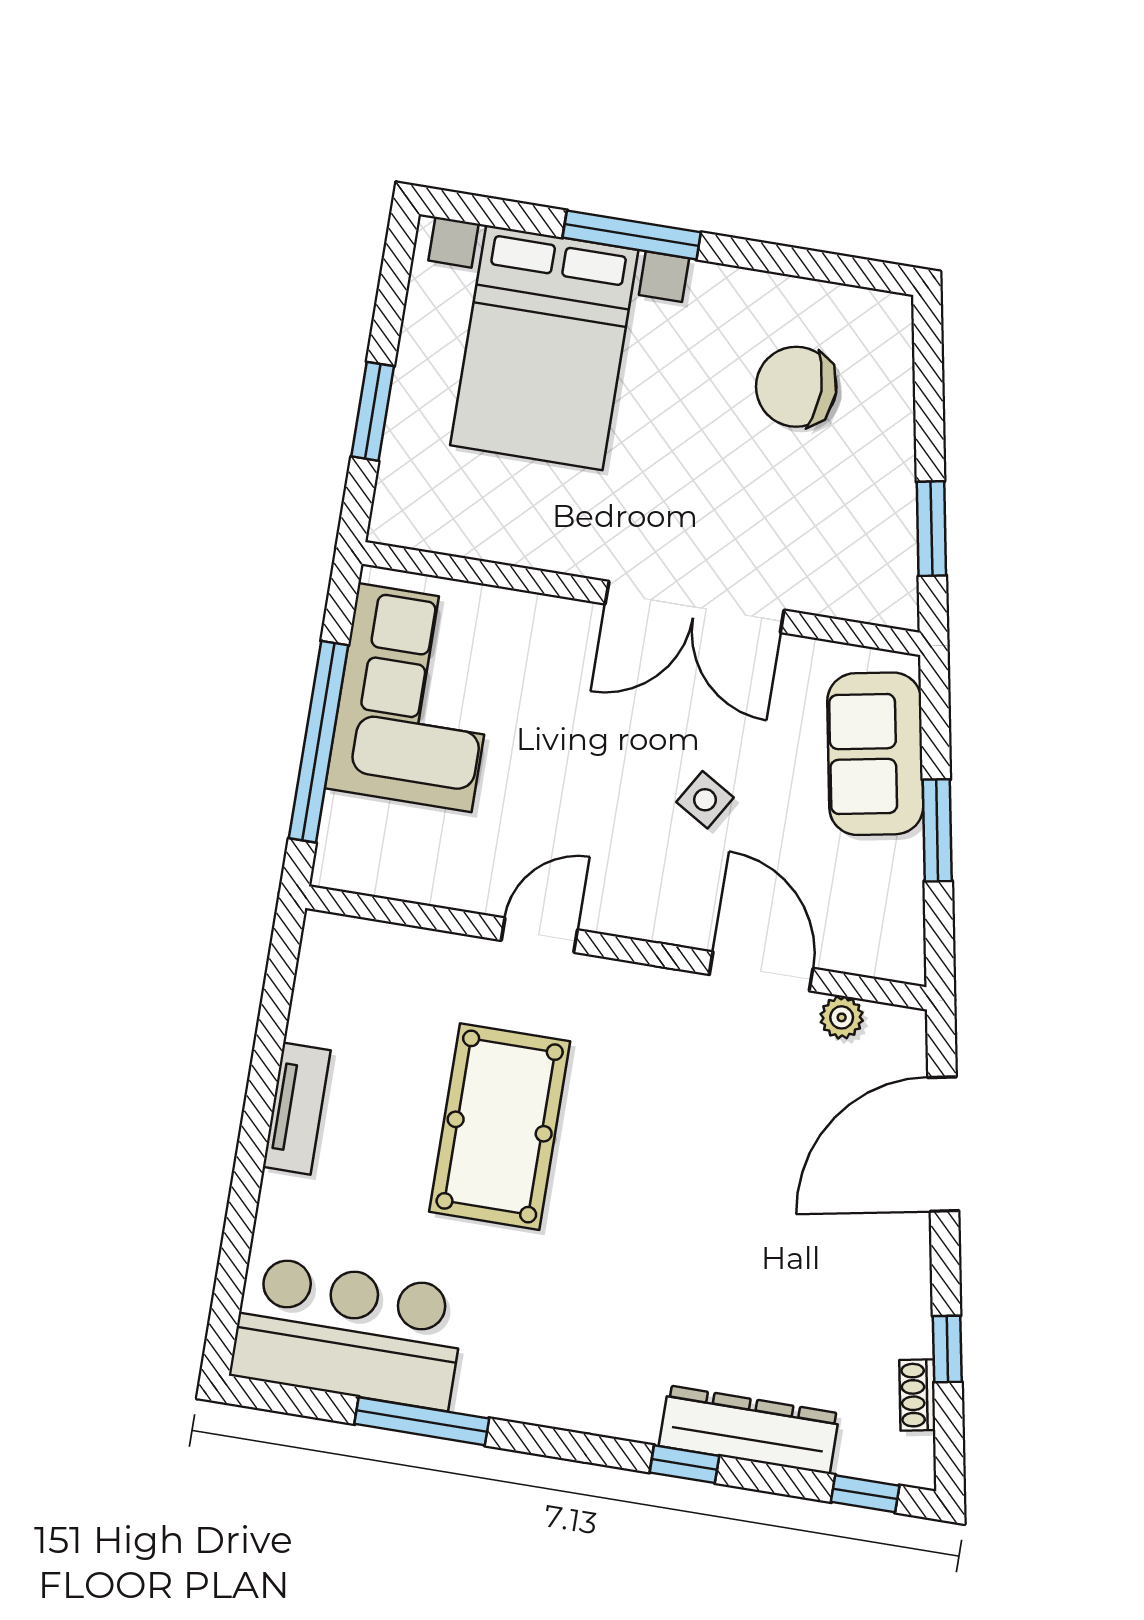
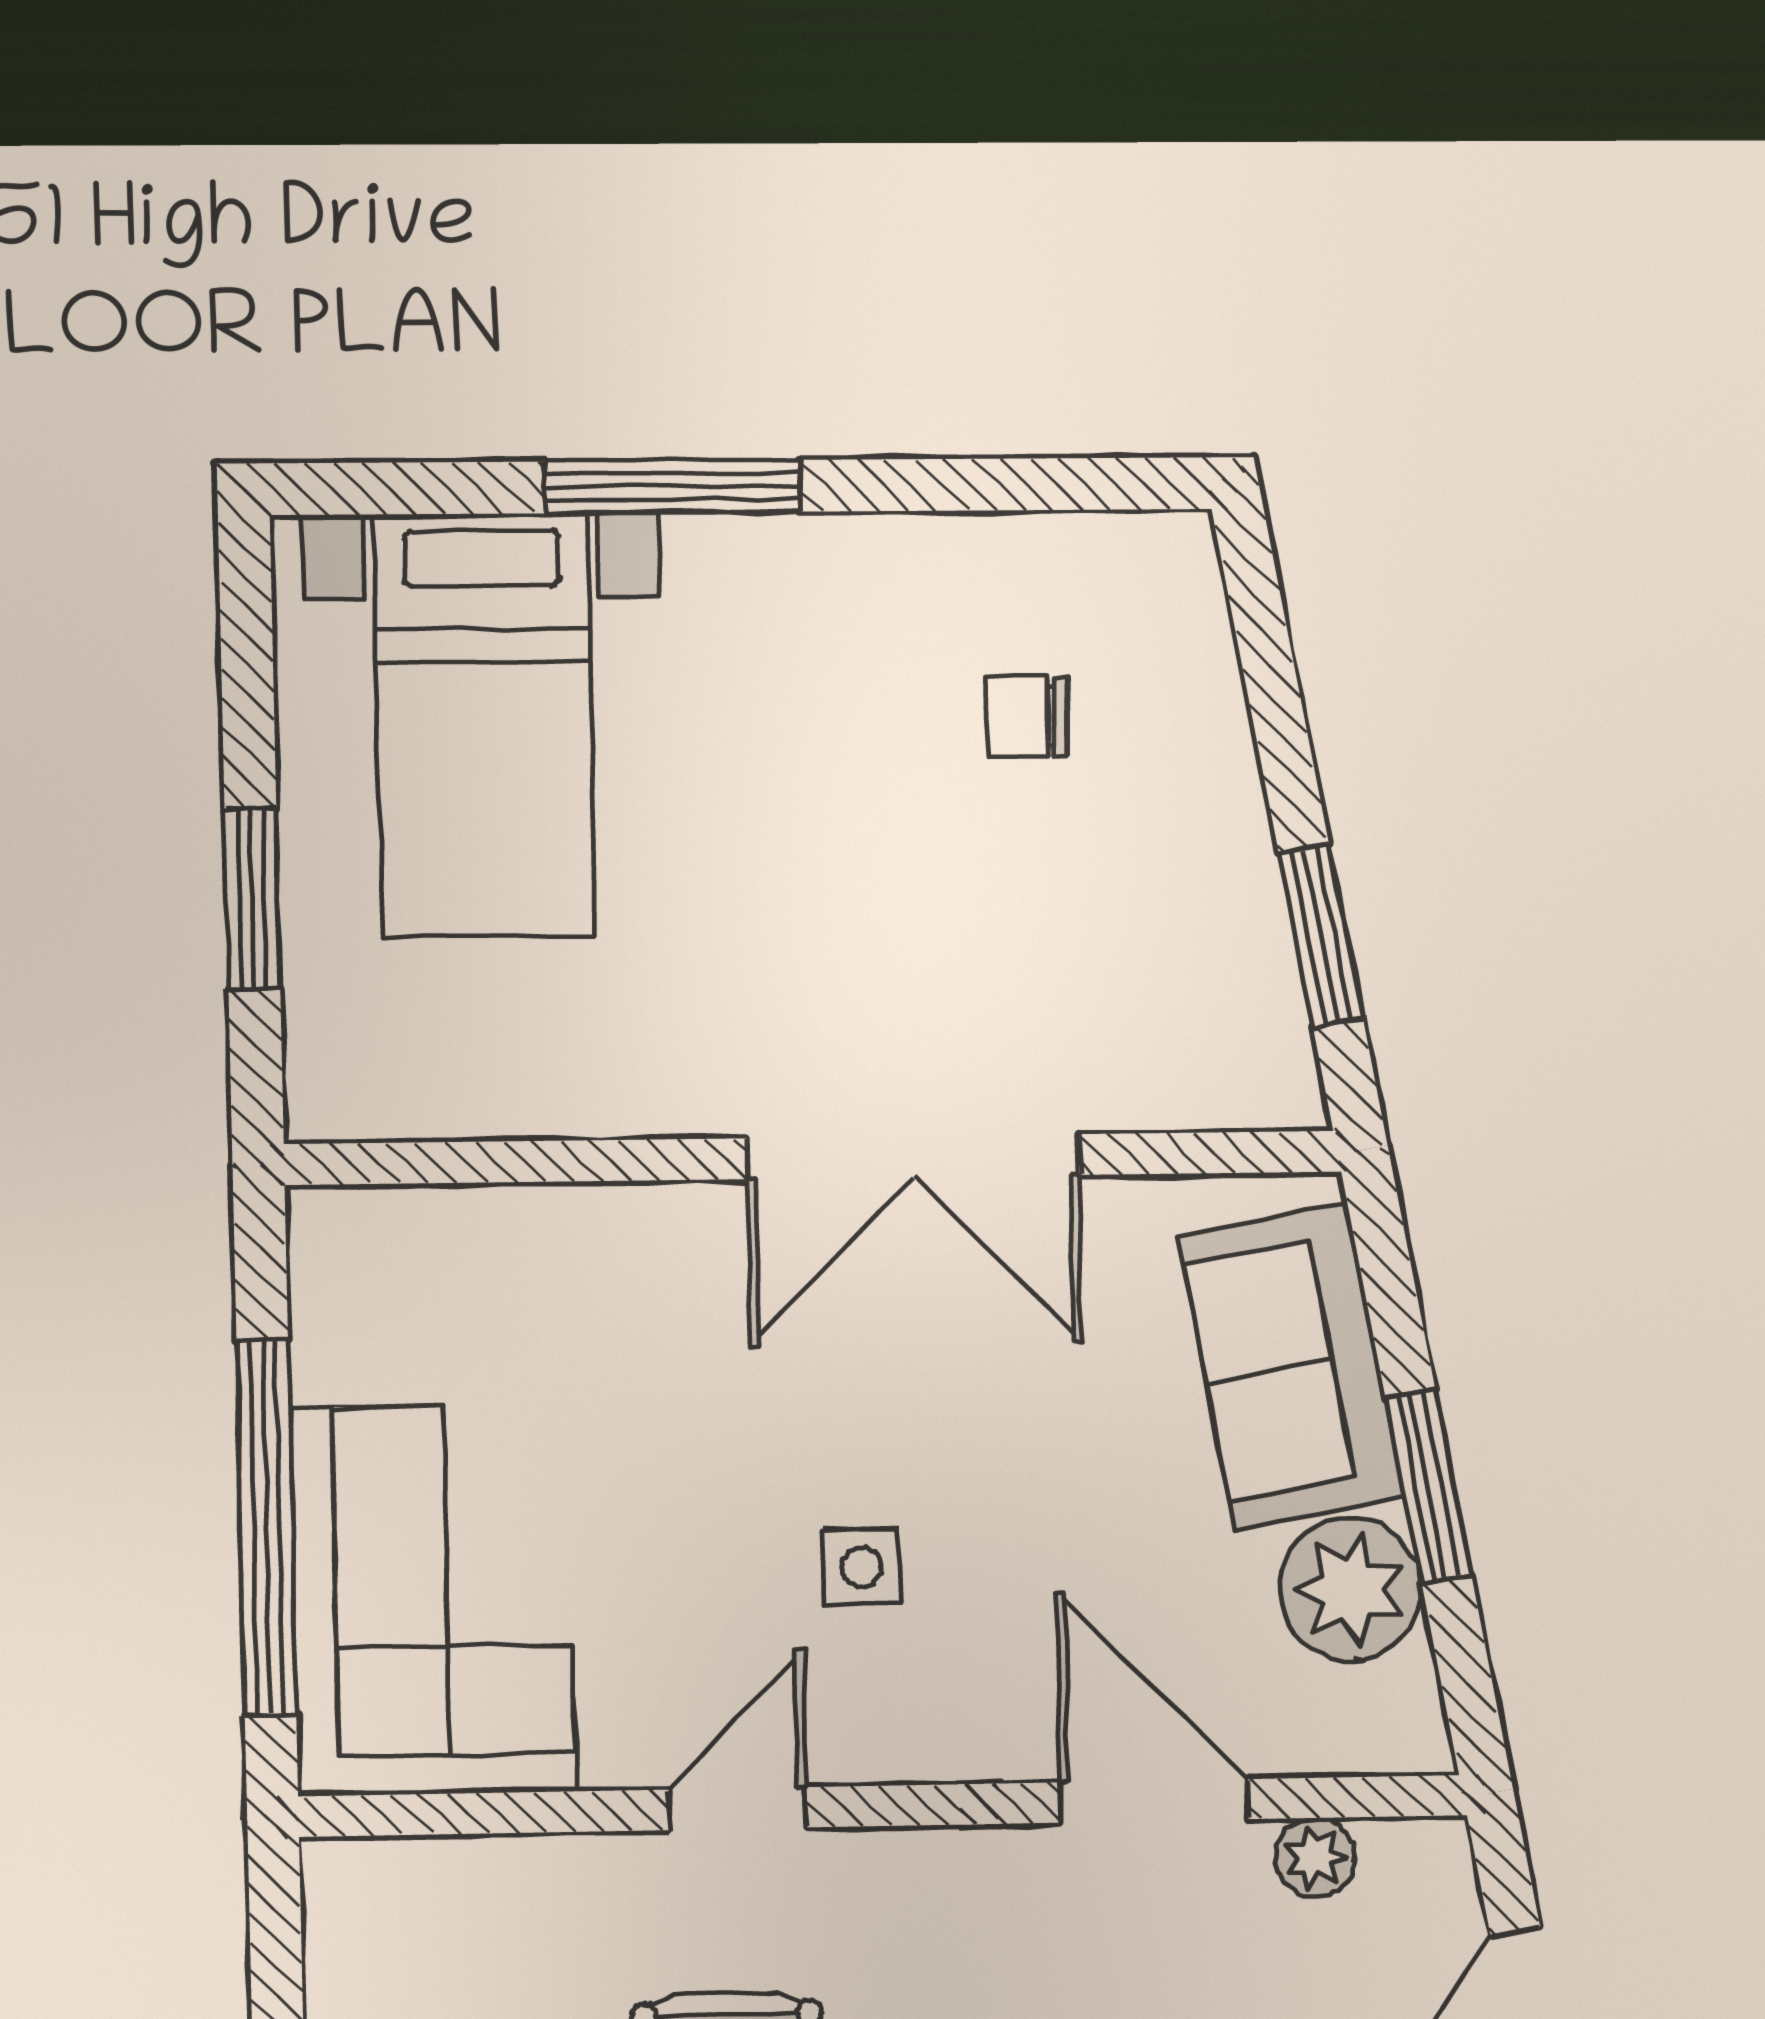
bed with nightstands: (544, 348) -> (485, 725), width x0.73
chair: (796, 387) -> (1027, 717), width x0.54, depth x0.54
corner sofa: (415, 698) -> (433, 1600), moved
side table: (705, 800) -> (861, 1567), moved, turned -31
plant: (886, 878) -> (1350, 1589), added

